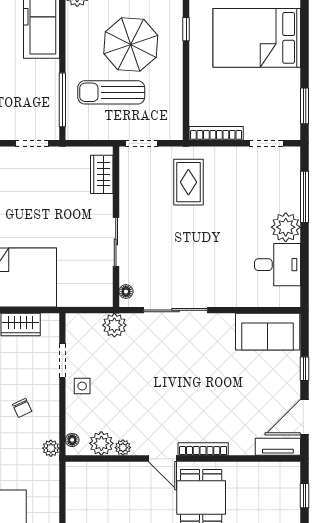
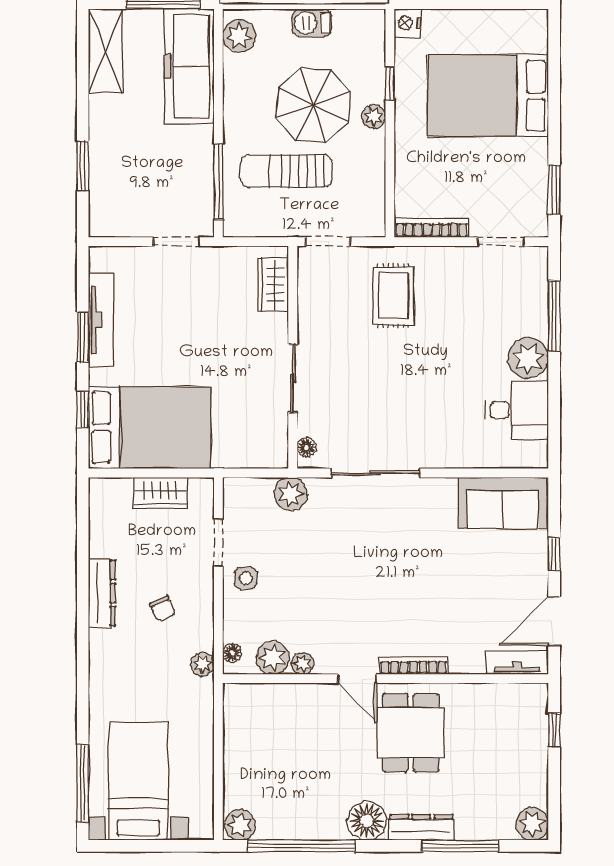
plant: (174, 53) -> (374, 116), added

